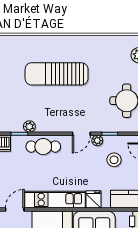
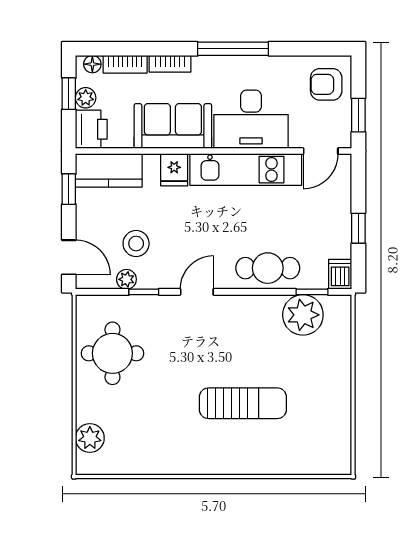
sun lounger: (57, 74) -> (243, 403), width x0.73, depth x0.75
plant: (29, 127) -> (303, 315), width x1.87, depth x1.87
plant: (97, 141) -> (126, 279), moved

